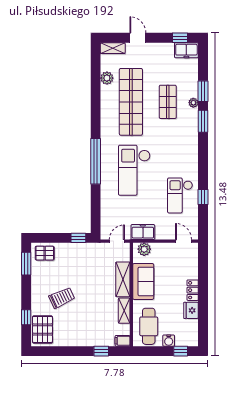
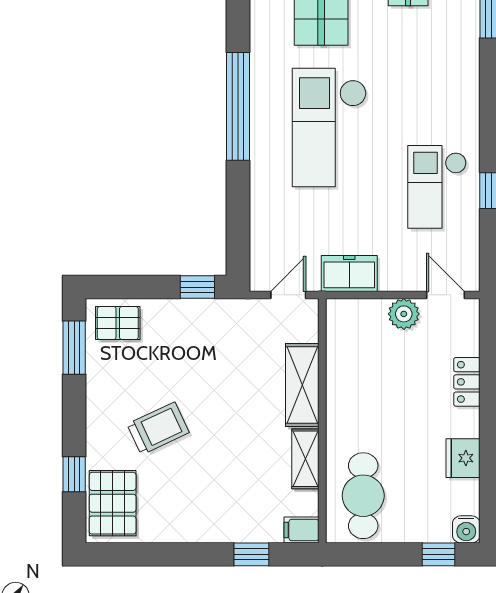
plant: (144, 249) -> (404, 314), moved
sofa: (143, 281) -> (350, 390), removed
locker: (193, 290) -> (467, 382), moved
water cooler: (169, 341) -> (466, 529), moved

